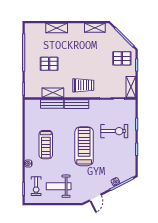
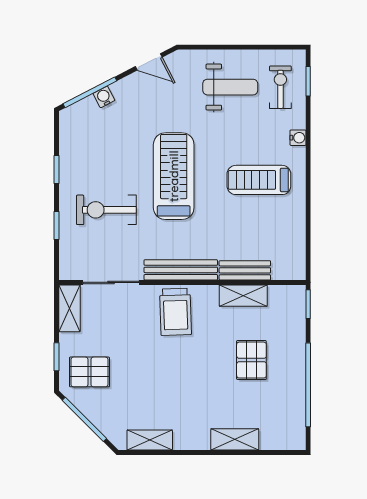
pallet: (49, 64) -> (251, 360), turned 90
trolley: (83, 85) -> (175, 312), turned -92
bench: (77, 104) -> (181, 270), width x1.36
treadmill: (46, 145) -> (259, 180), turned -90
treadmill: (84, 146) -> (174, 176), turned 180
door: (95, 198) -> (149, 62), swing flipped

